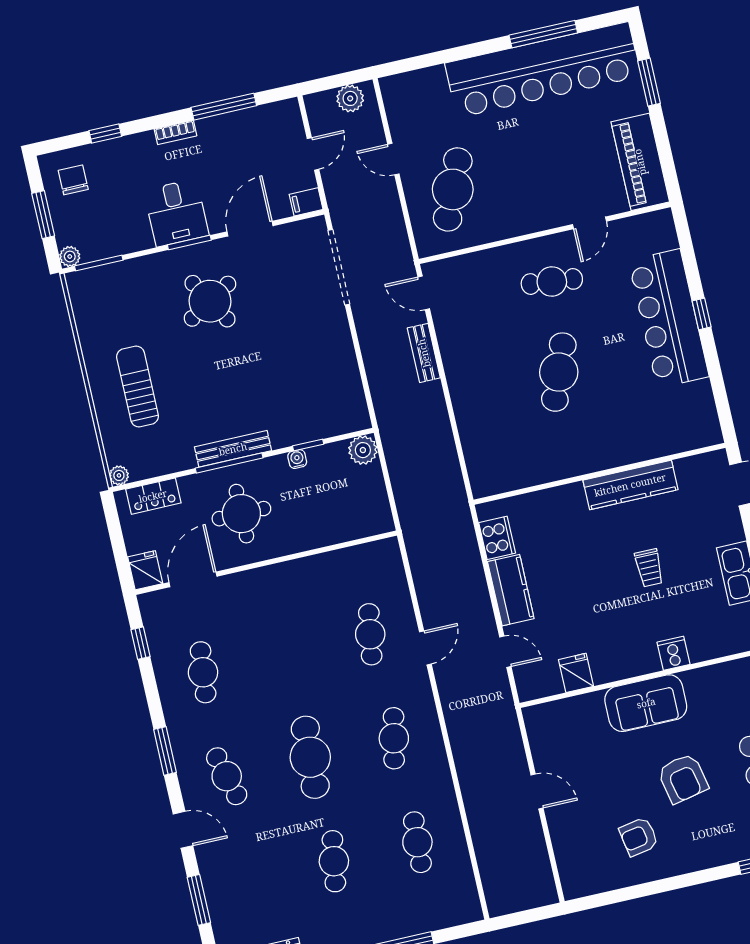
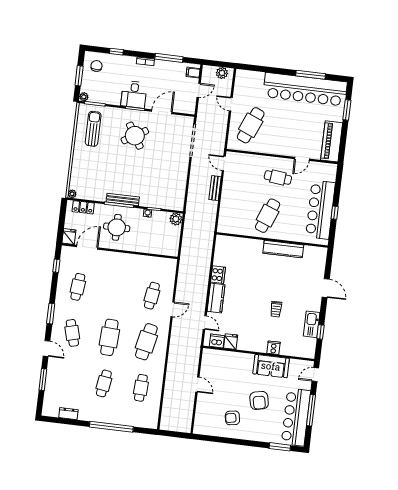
filing cabinet: (306, 202) -> (193, 73), moved
sun lounger: (138, 386) -> (93, 129), moved
wall: (599, 474) -> (272, 240), moved
kitchen counter: (630, 485) -> (283, 249), moved
dishwasher: (546, 682) -> (217, 341), added
sofa: (646, 703) -> (271, 366), moved
cafe table: (394, 738) -> (146, 342), width x1.37, depth x1.35

